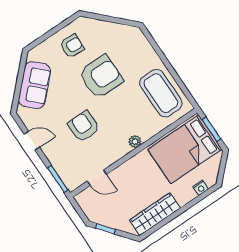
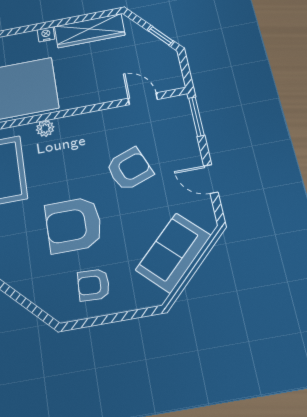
armchair: (84, 126) -> (129, 169), turned -111
plant: (135, 142) -> (45, 128), moved
nightstand: (201, 188) -> (46, 34), moved

